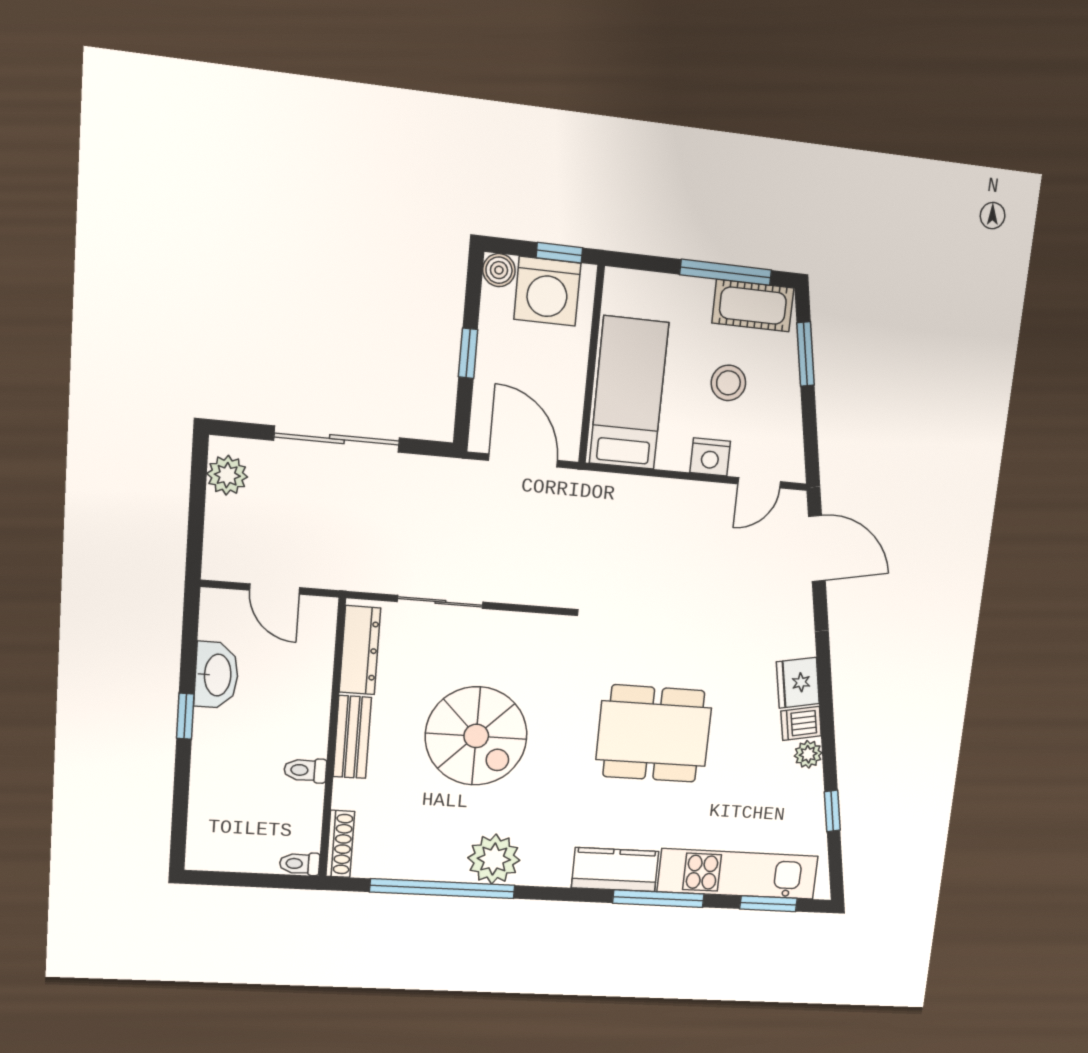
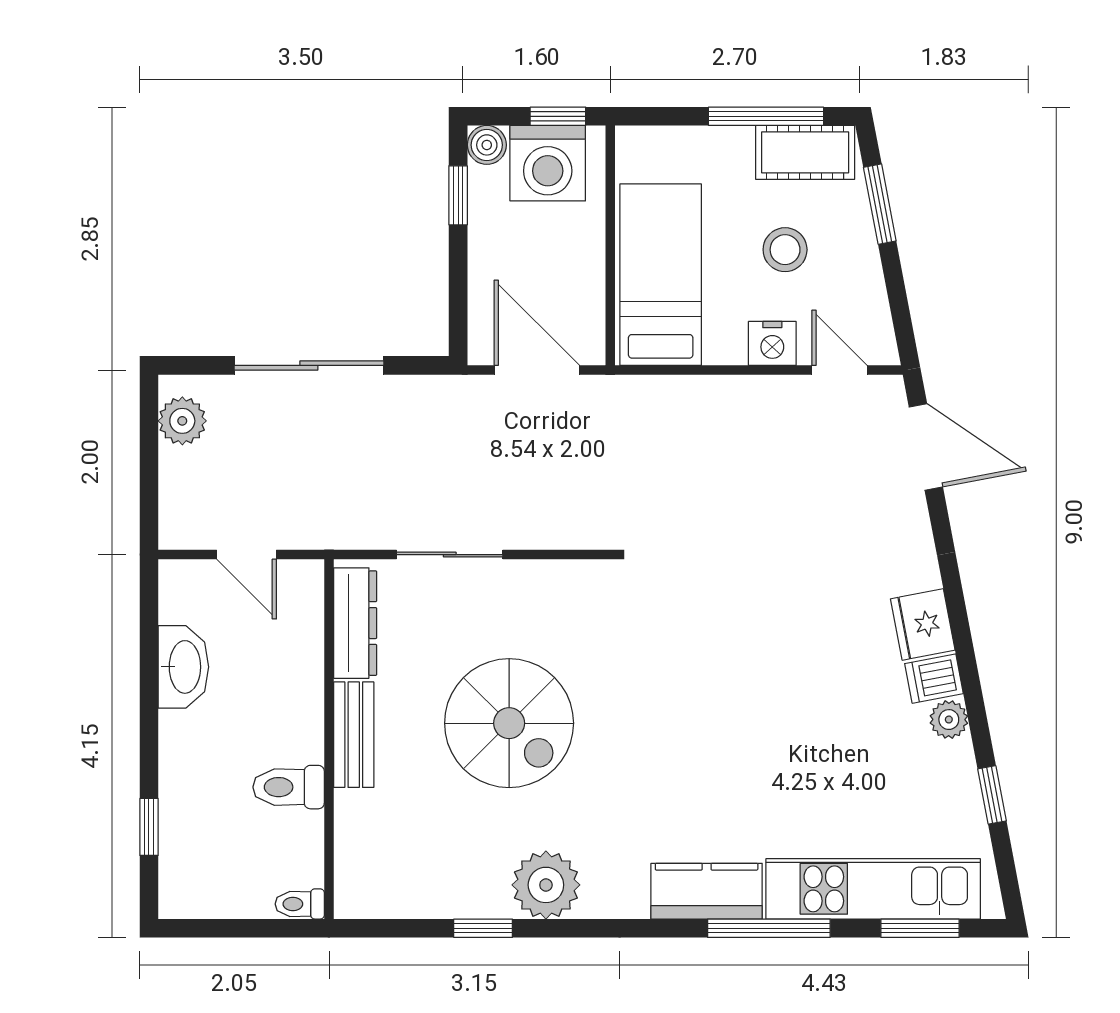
window: (468, 353) -> (458, 195), moved
door: (759, 483) -> (840, 370), swing flipped
window: (185, 716) -> (149, 827), moved
dining table: (654, 734) -> (739, 705), removed
toilet: (305, 770) -> (289, 787), width x1.37, depth x1.39
shoe rack: (340, 844) -> (348, 875), removed
window: (443, 889) -> (483, 928), width x0.32

